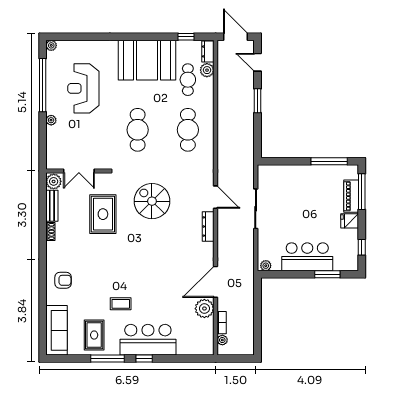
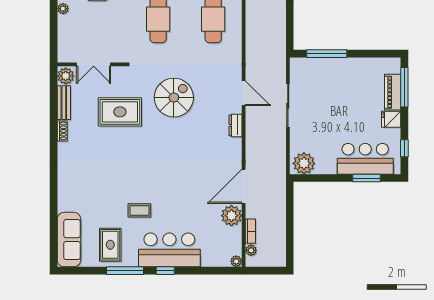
window: (329, 161) -> (327, 54), moved
spiral stairs: (152, 201) -> (174, 98), turned 90
rug: (103, 214) -> (120, 112), turned 90
dresser: (208, 226) -> (236, 125), width x0.70
bar counter: (307, 257) -> (365, 159), moved
plant: (266, 266) -> (304, 163), width x1.87, depth x1.87
armchair: (63, 280) -> (76, 185), removed
plant: (209, 350) -> (236, 261), added

